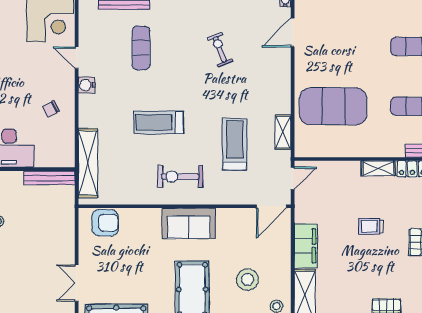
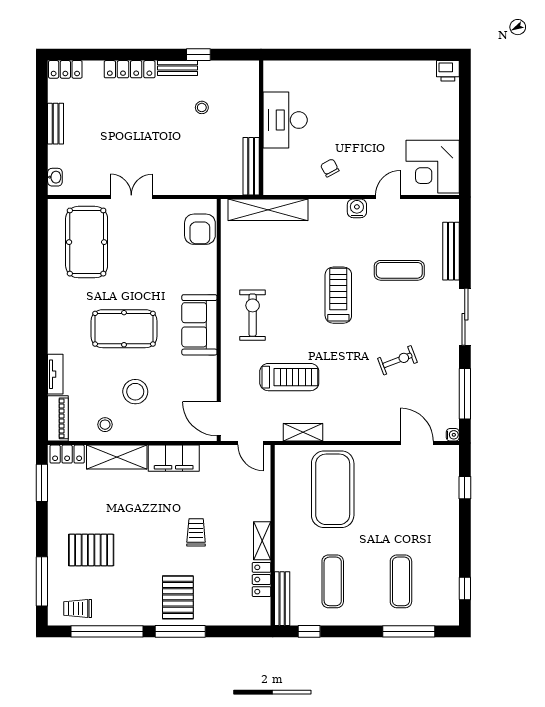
treadmill: (159, 122) -> (338, 295), moved

